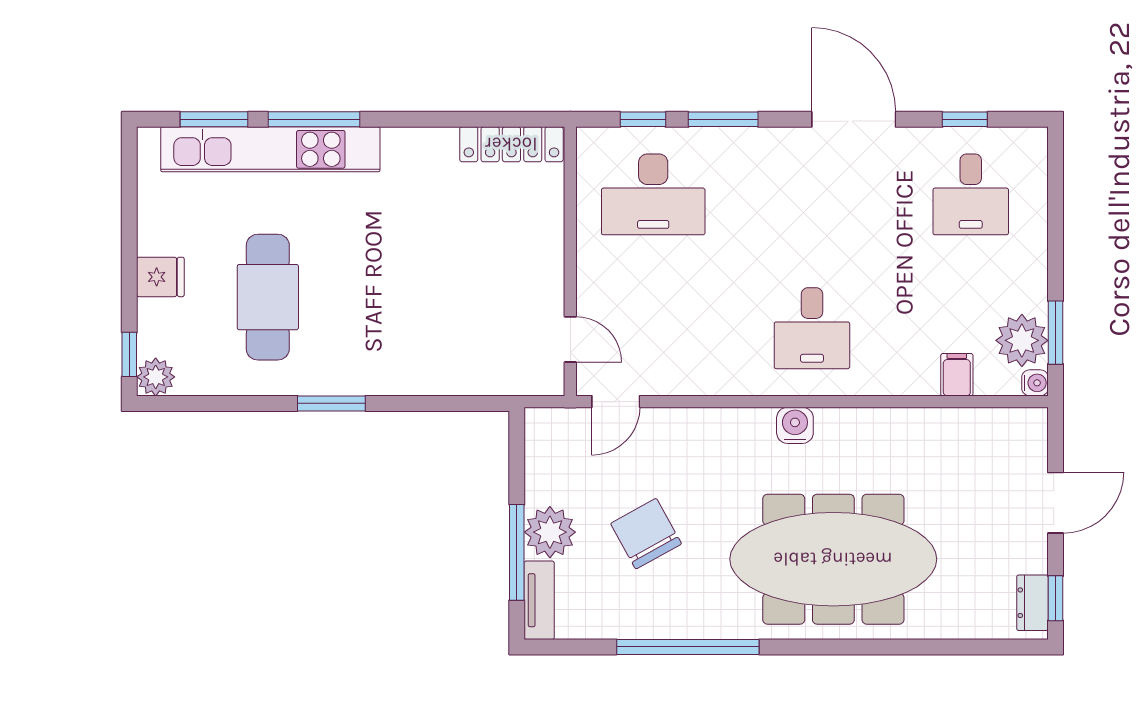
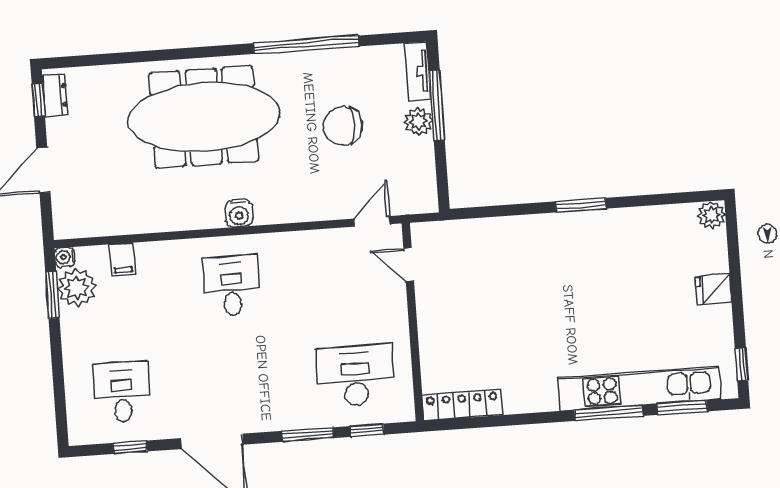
cafe table: (268, 297) -> (633, 280), removed
window: (129, 354) -> (742, 365), moved
plant: (550, 532) -> (418, 122), width x0.73, depth x0.73
chair: (646, 534) -> (343, 126), turned 119

